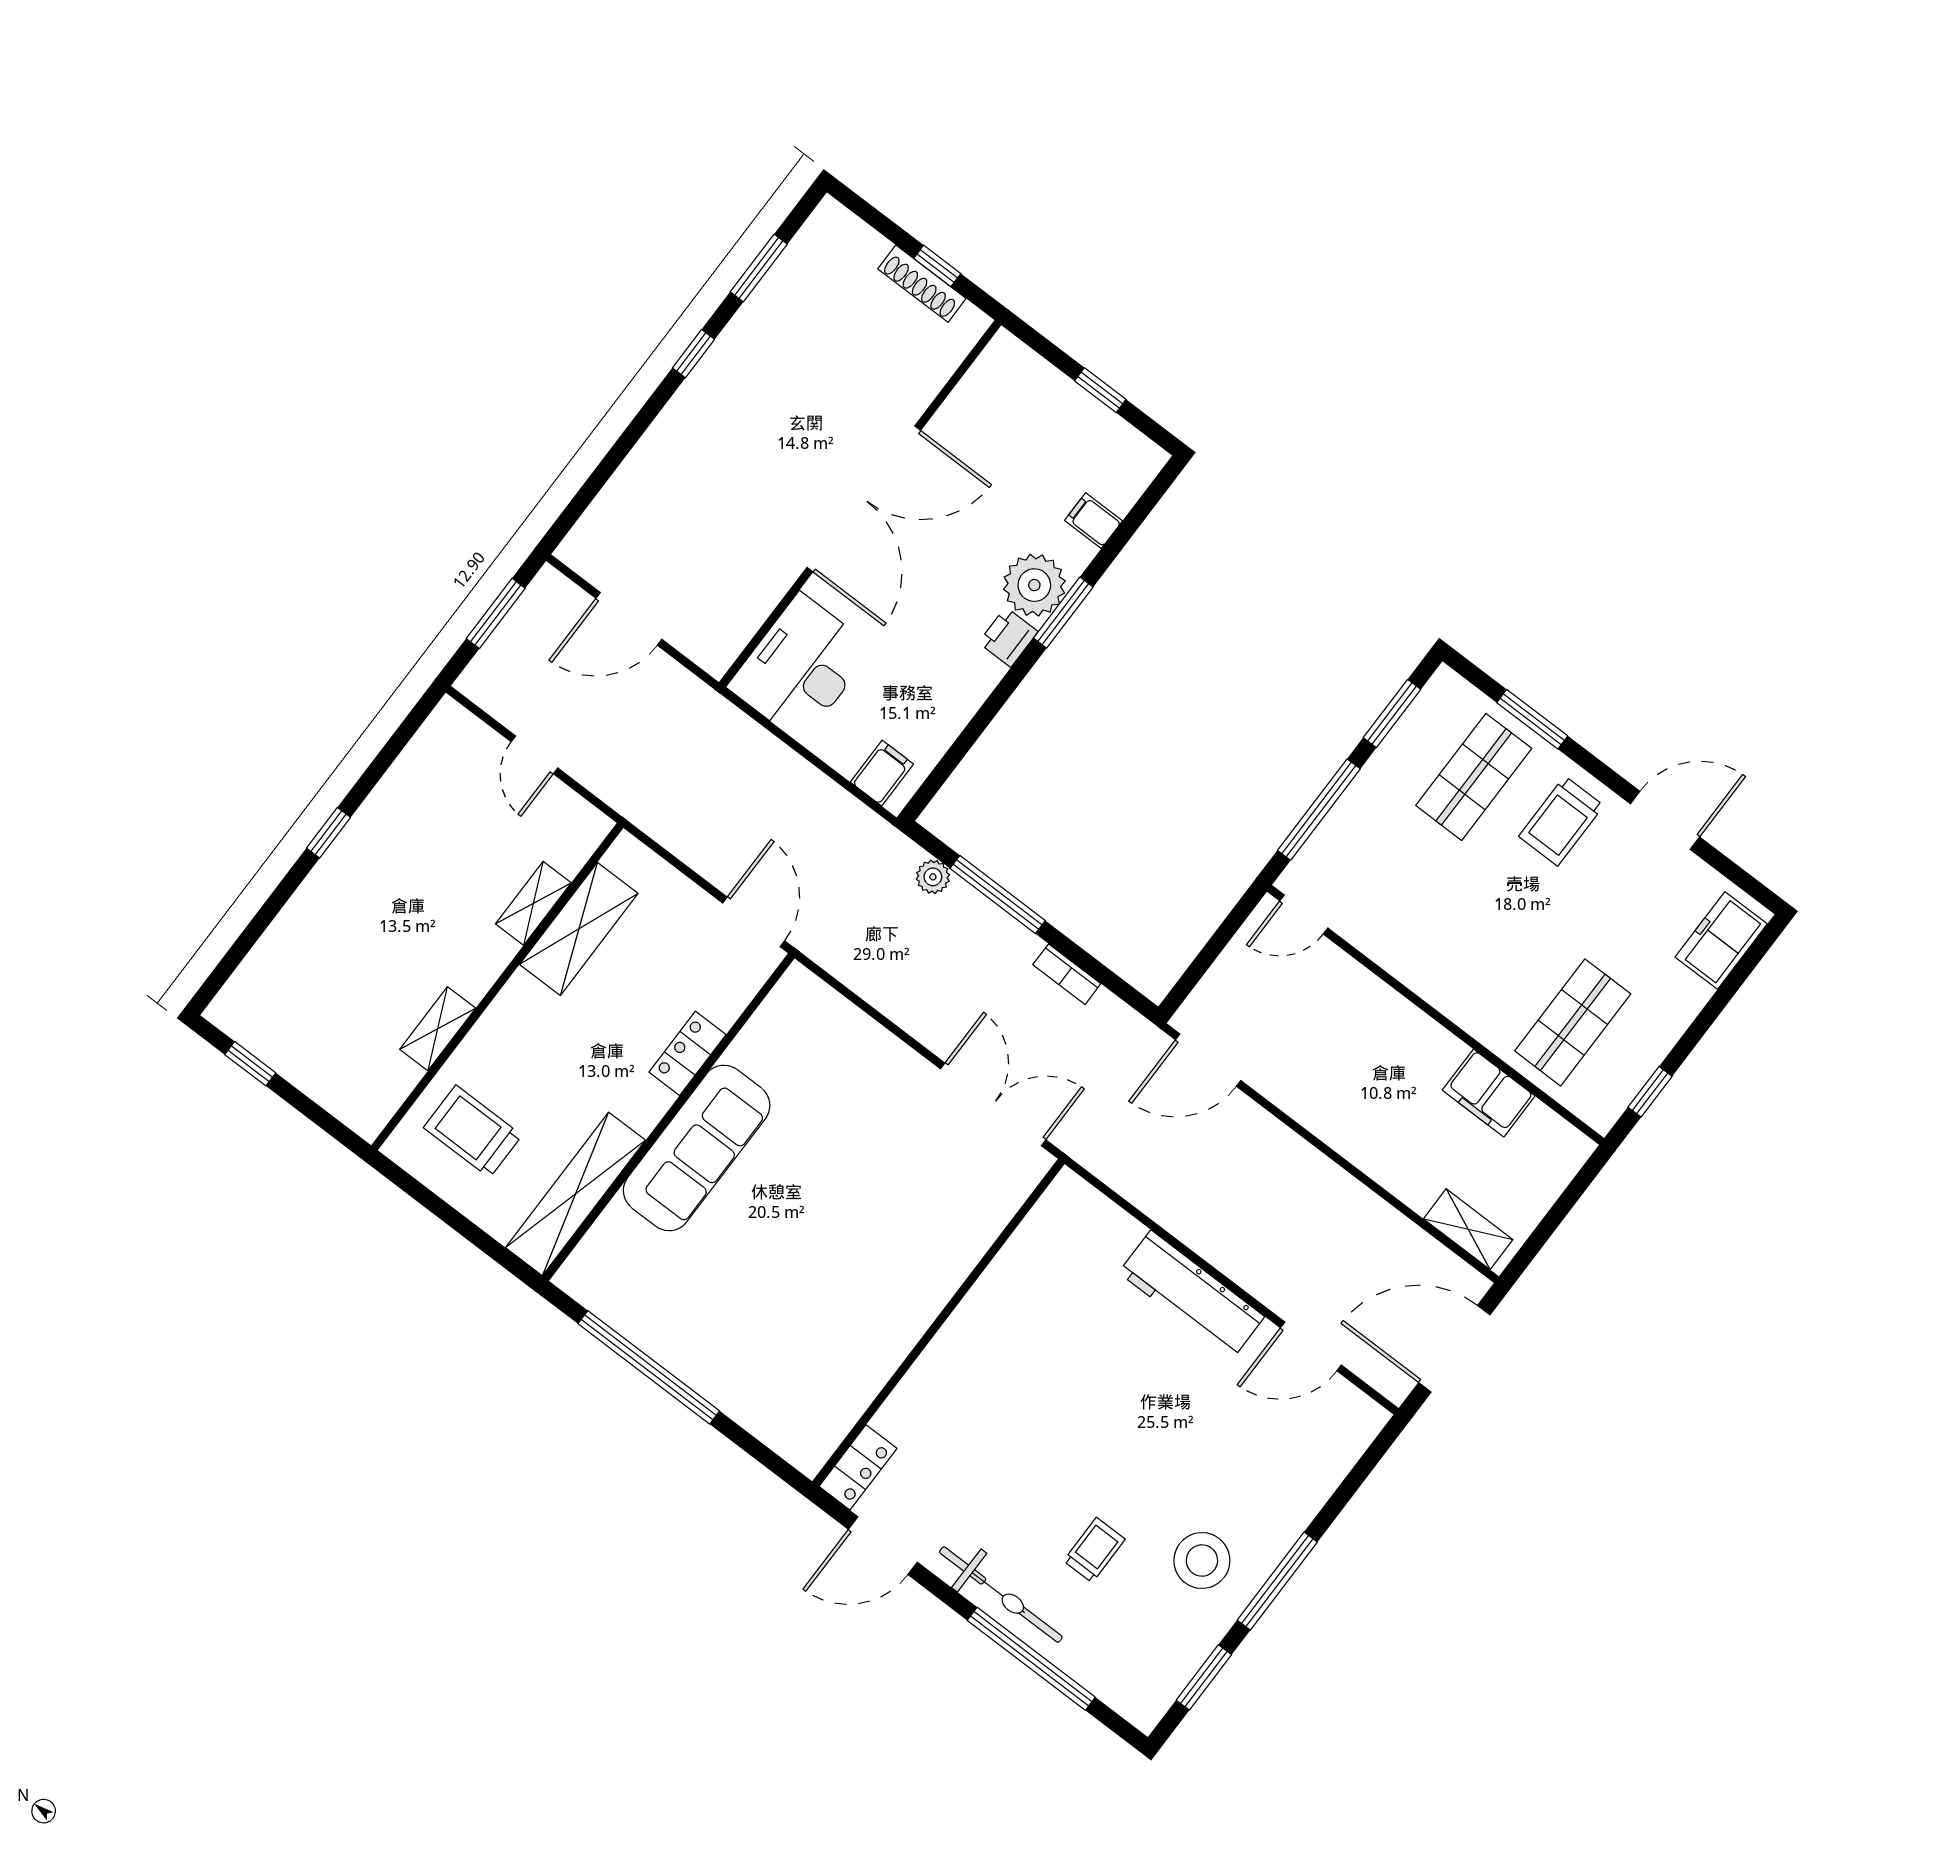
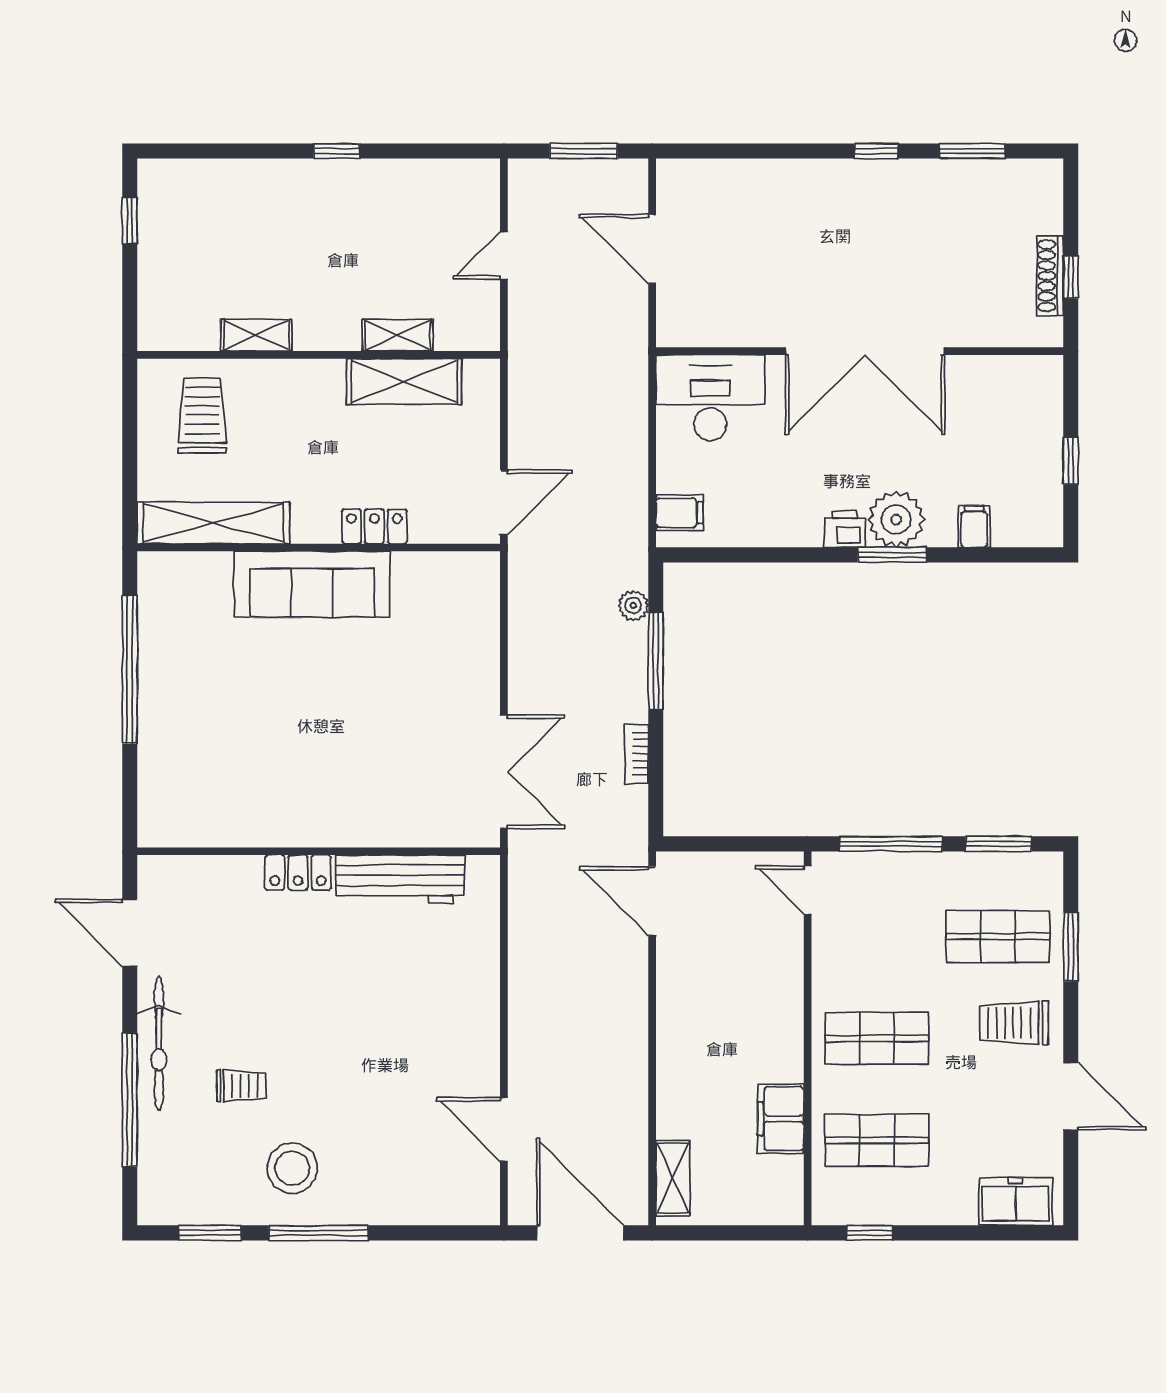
shop shelf: (1482, 953) -> (877, 1038), added
workbench: (1192, 1295) -> (400, 879), moved, turned -90
locker: (858, 1467) -> (298, 873), moved

